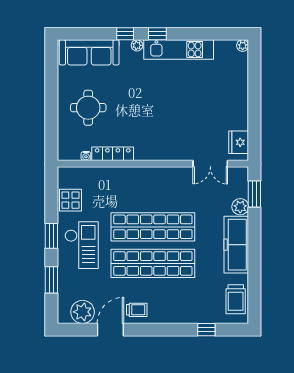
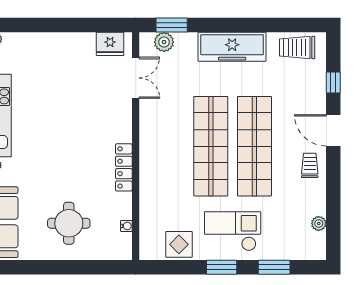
locker: (113, 154) -> (124, 167), moved
plant: (240, 207) -> (164, 42), moved
trolley: (236, 299) -> (297, 47), turned 180
plant: (83, 312) -> (319, 224), width x0.53, depth x0.53
door: (110, 330) -> (333, 130), moved

